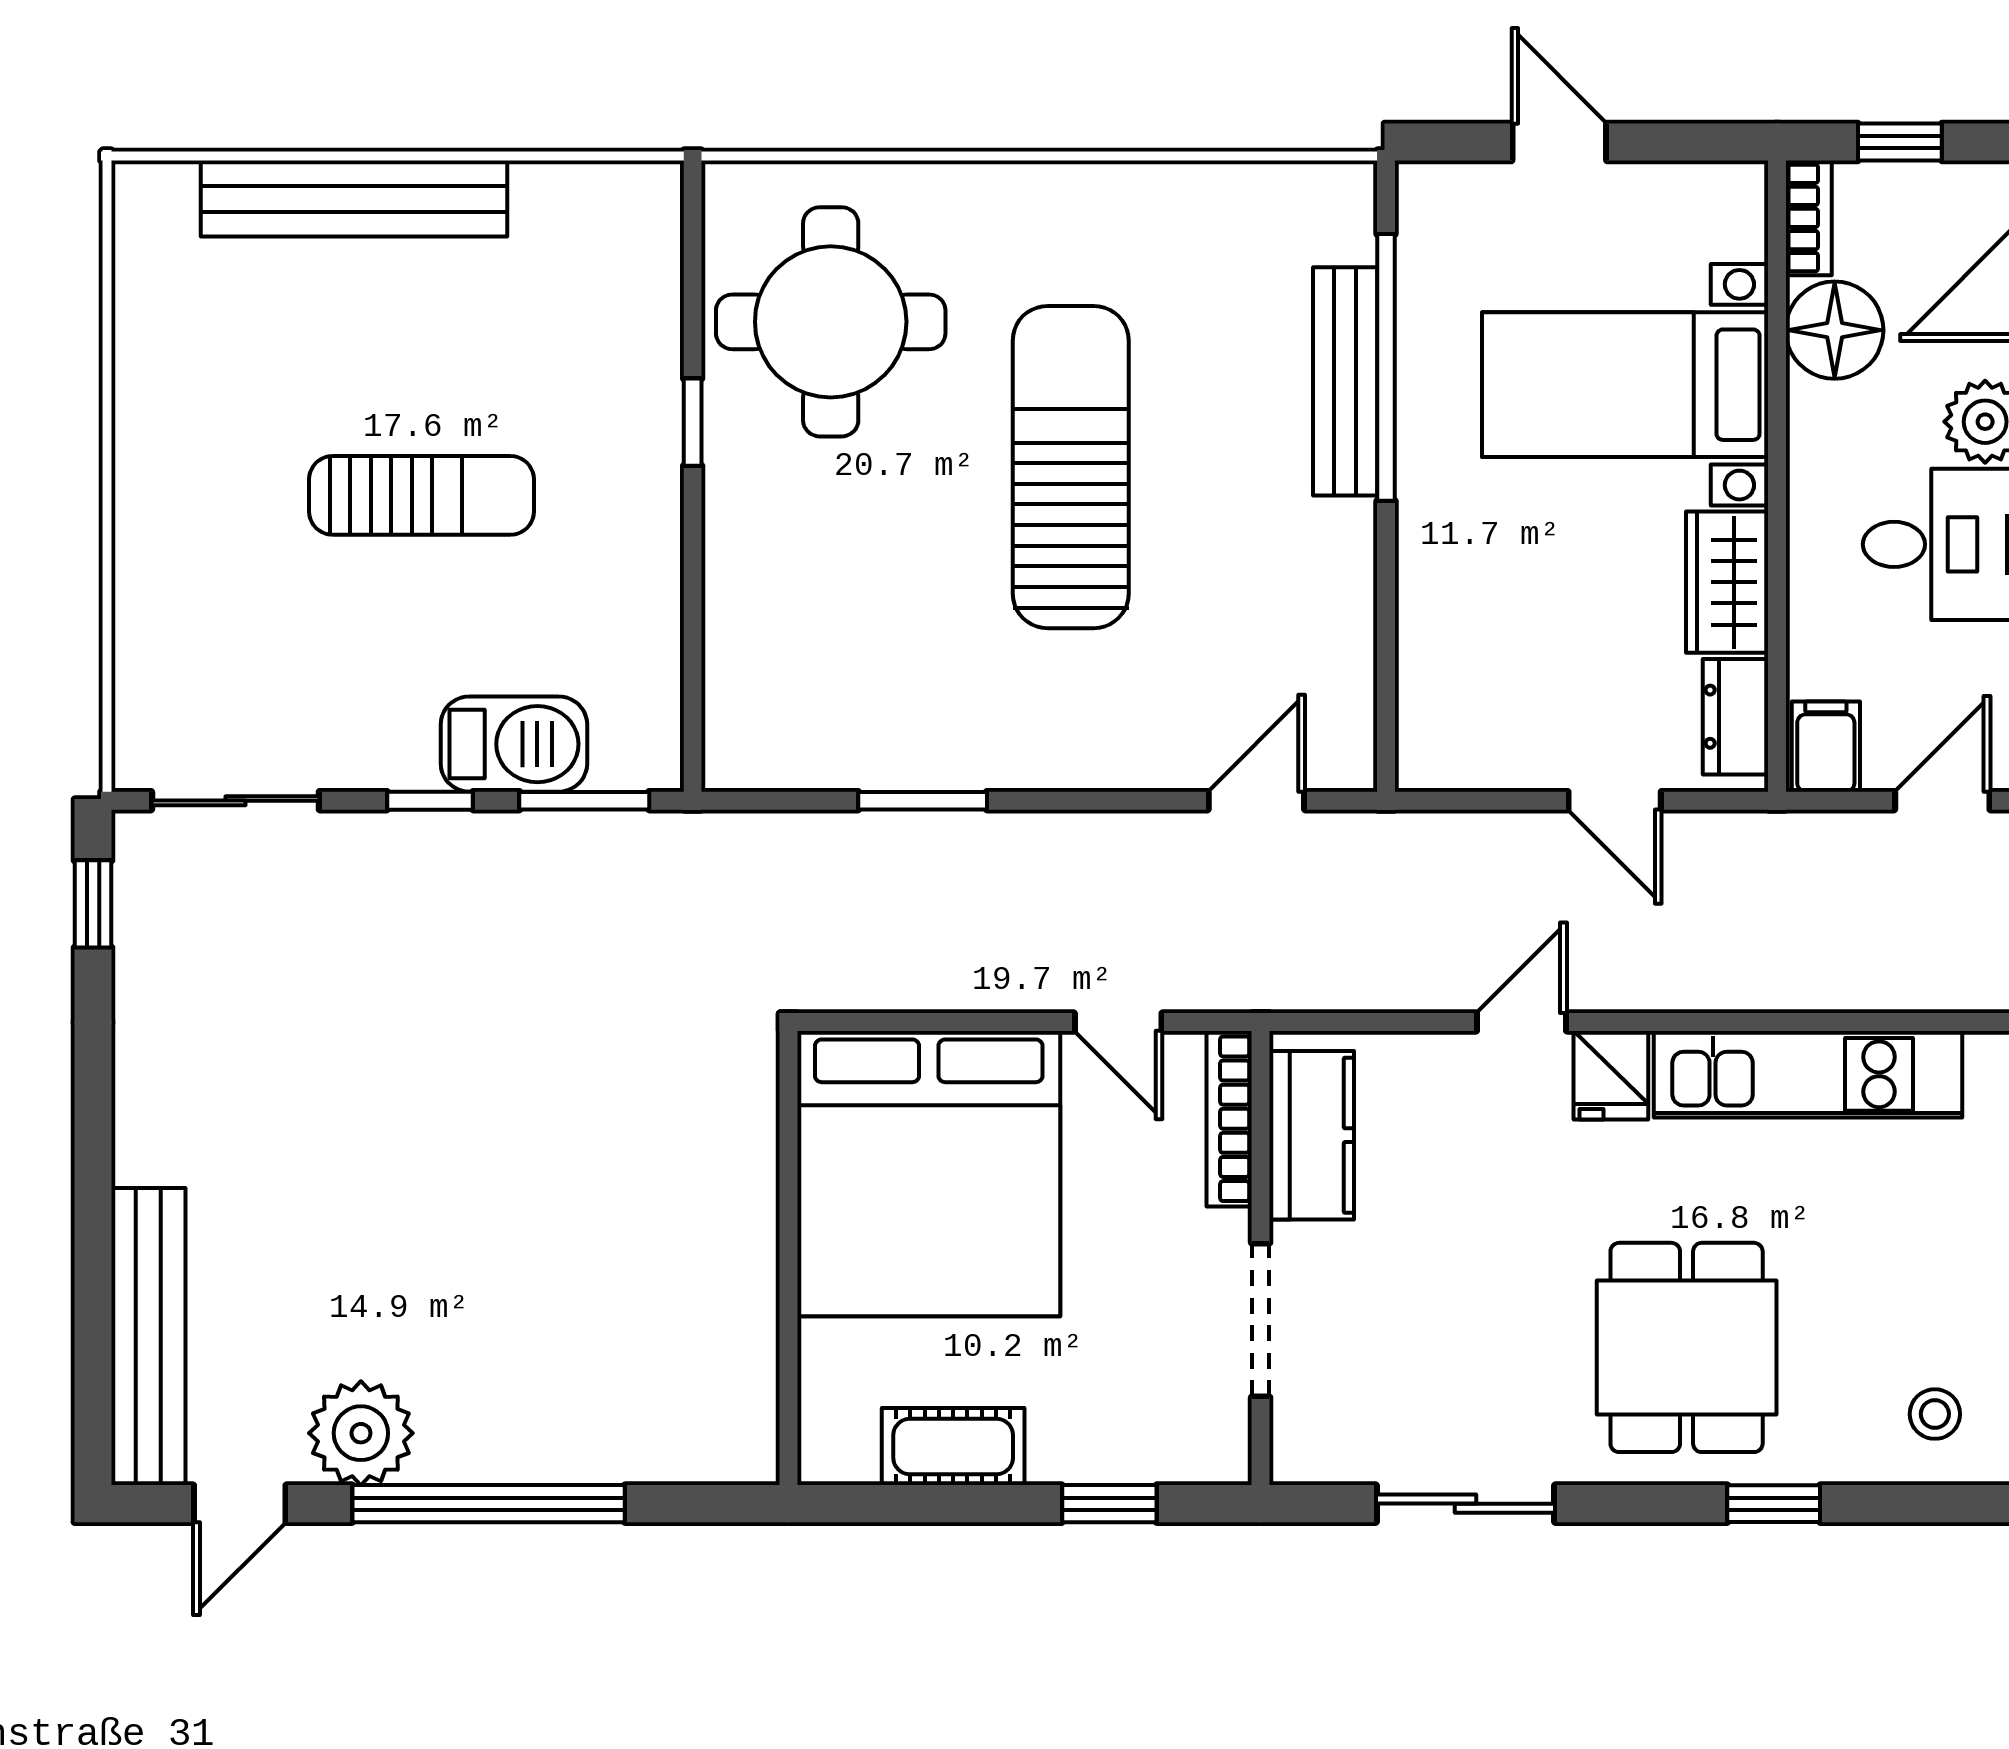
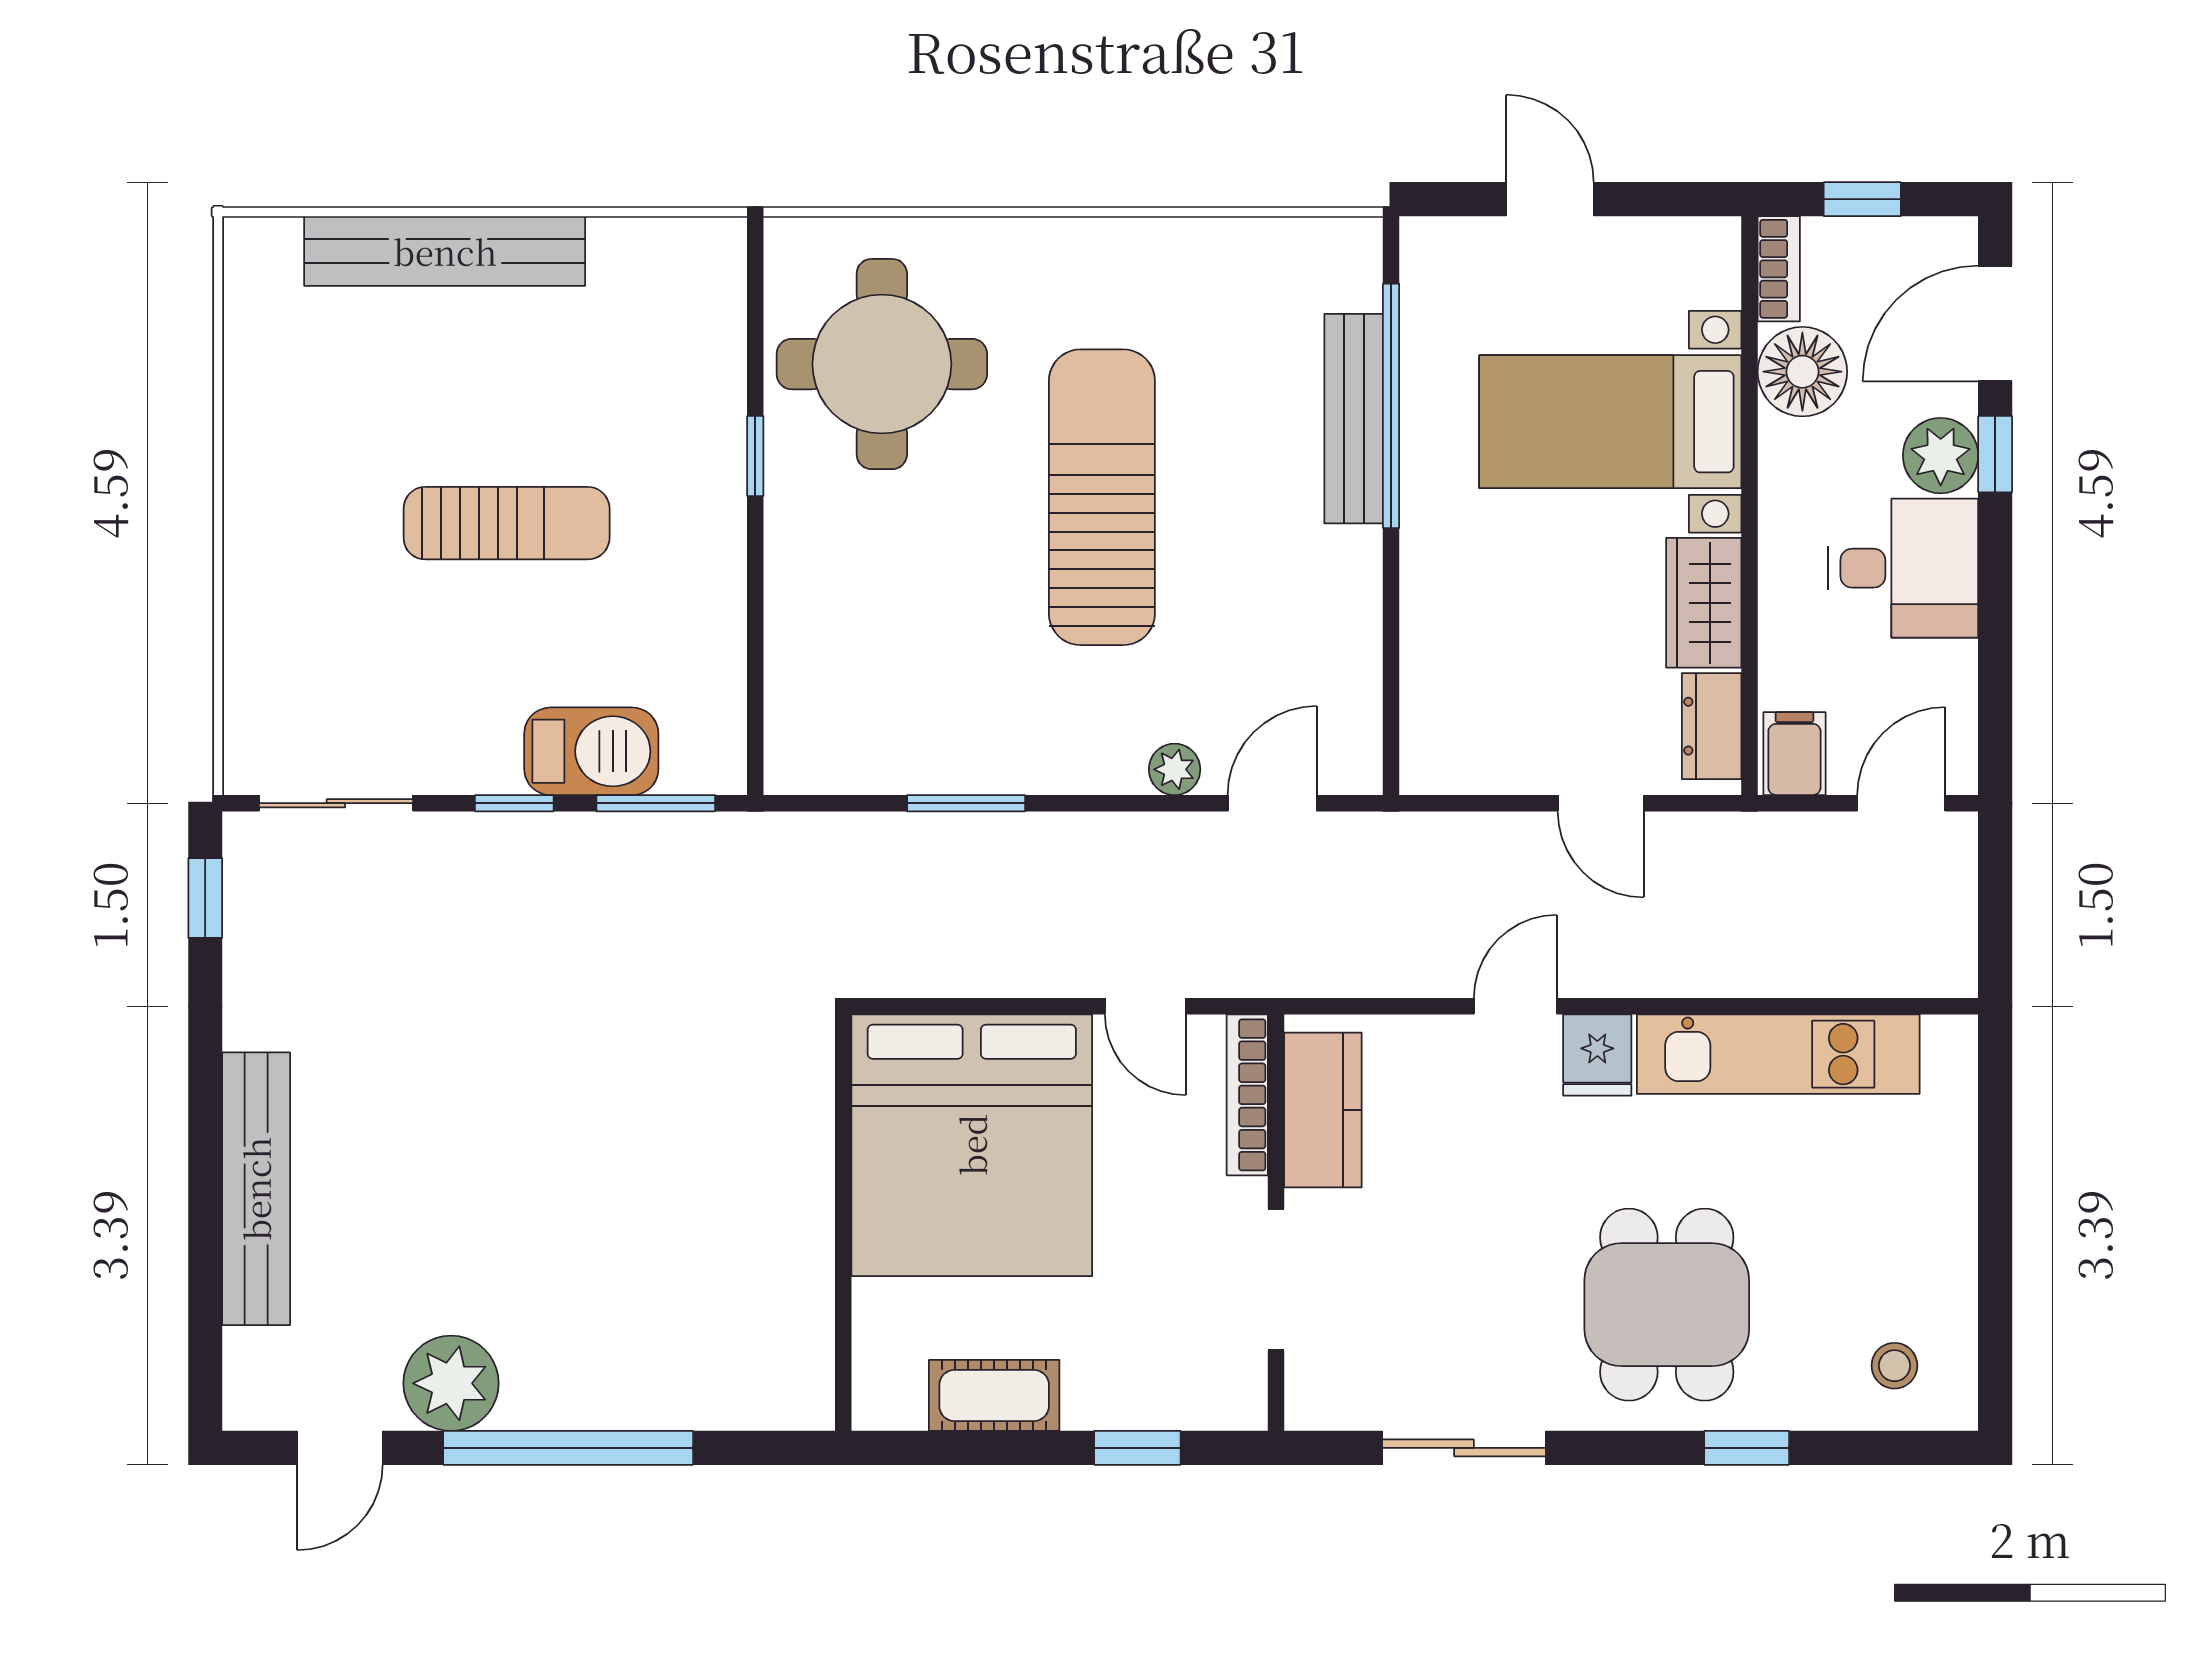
plant: (1150, 764) -> (1175, 769), added
bench: (148, 1336) -> (256, 1189), moved

